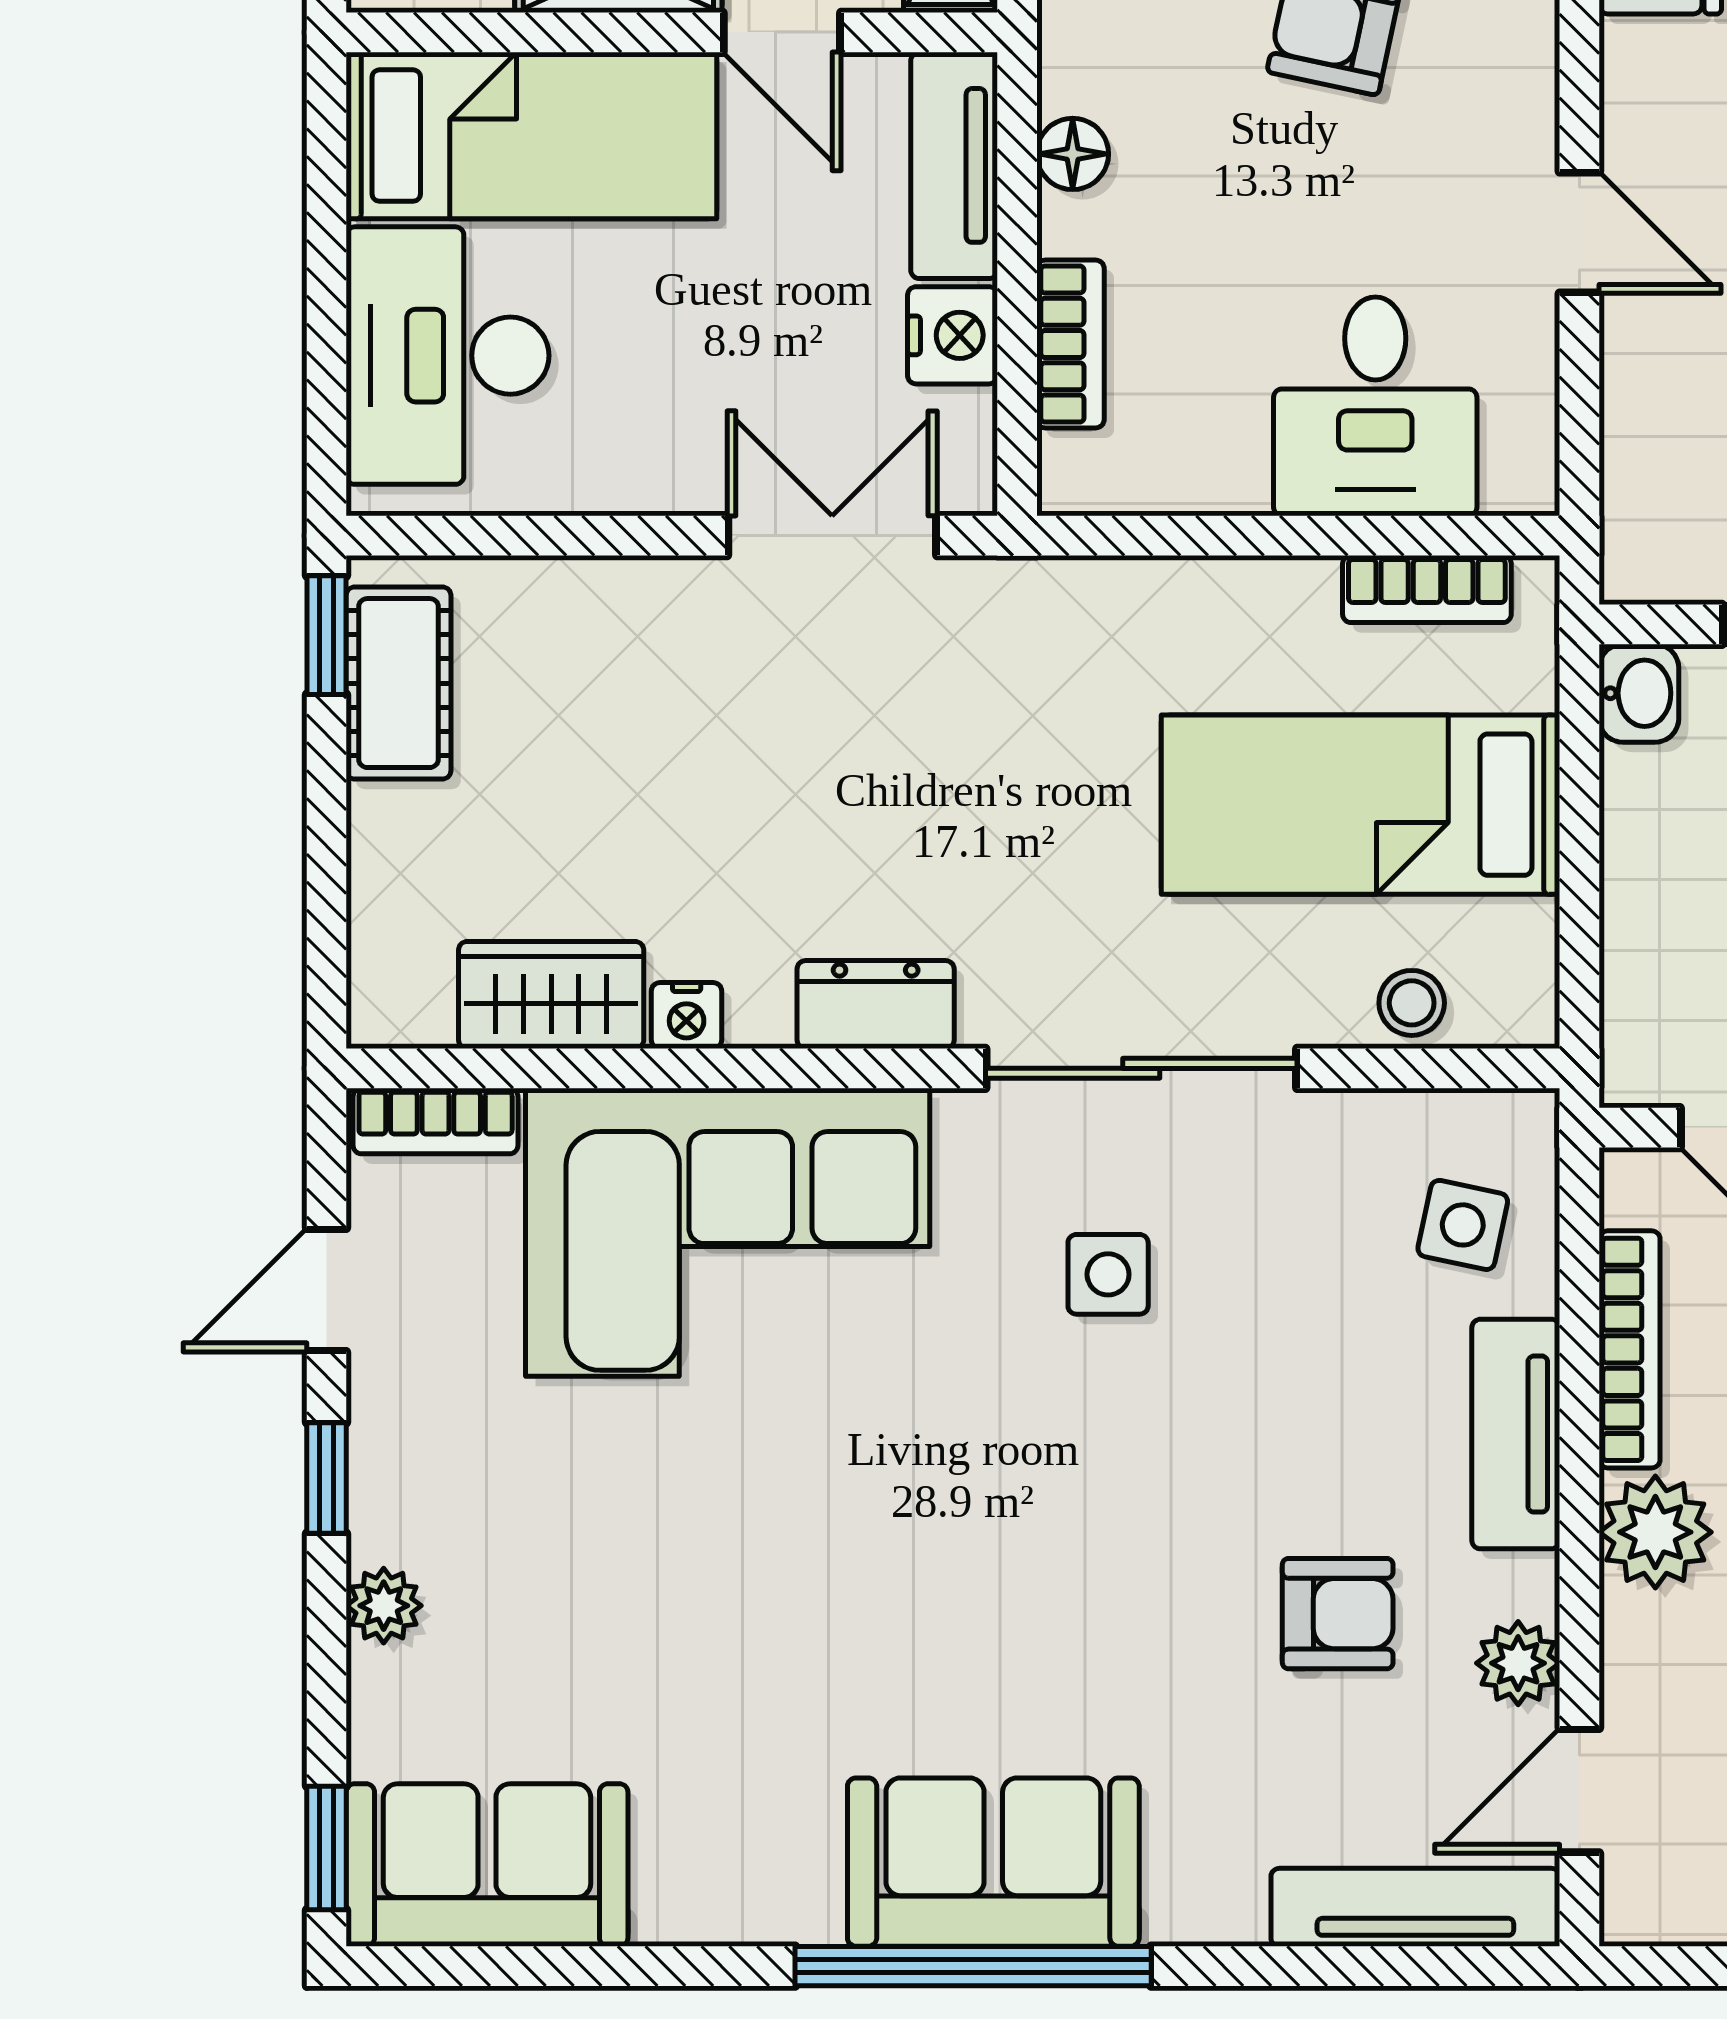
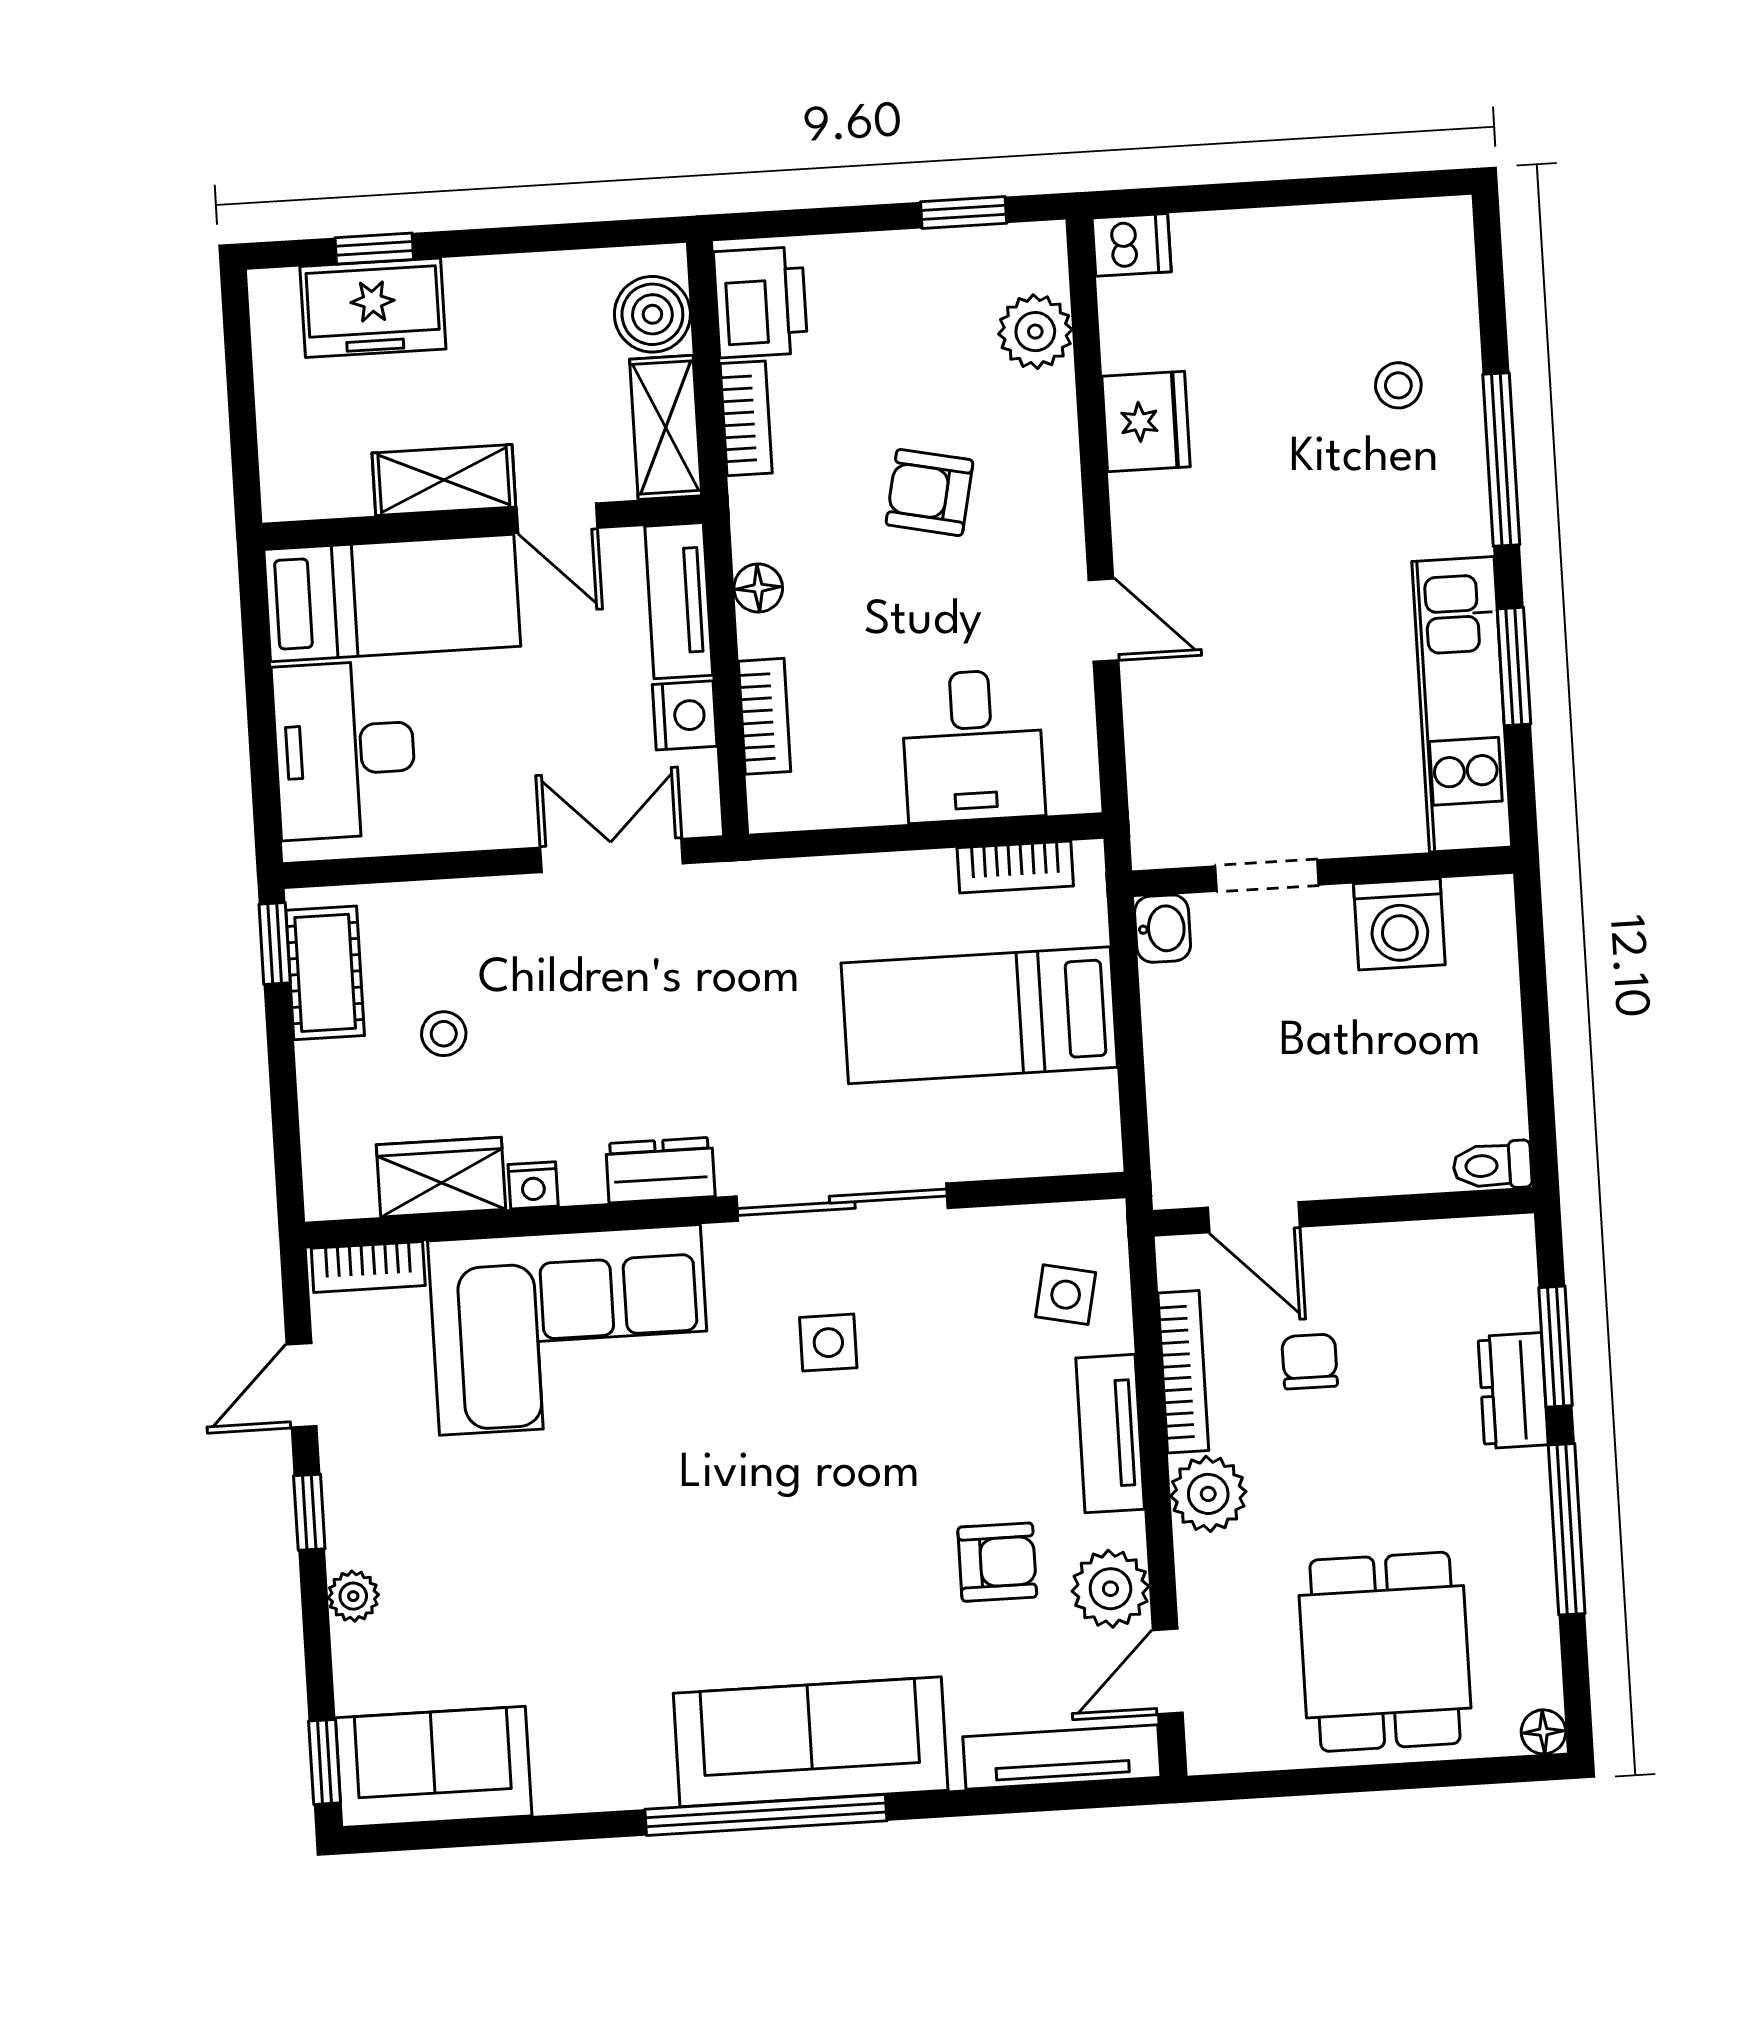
stool: (1412, 1003) -> (444, 1034), moved
plant: (1518, 1663) -> (1110, 1589), width x1.38, depth x1.38
sofa: (993, 1862) -> (811, 1742), width x1.36

